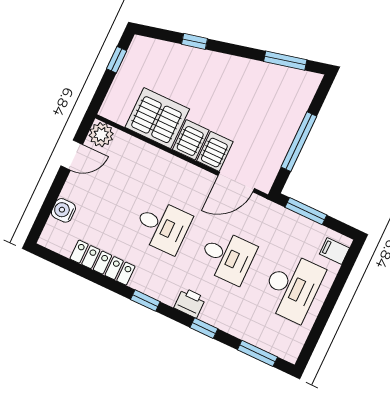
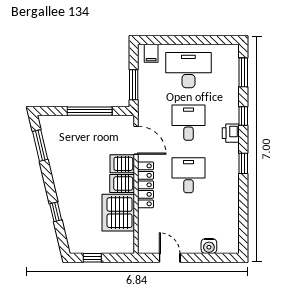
plant: (101, 135) -> (147, 245), removed
locker: (103, 263) -> (146, 185), moved, turned 180

